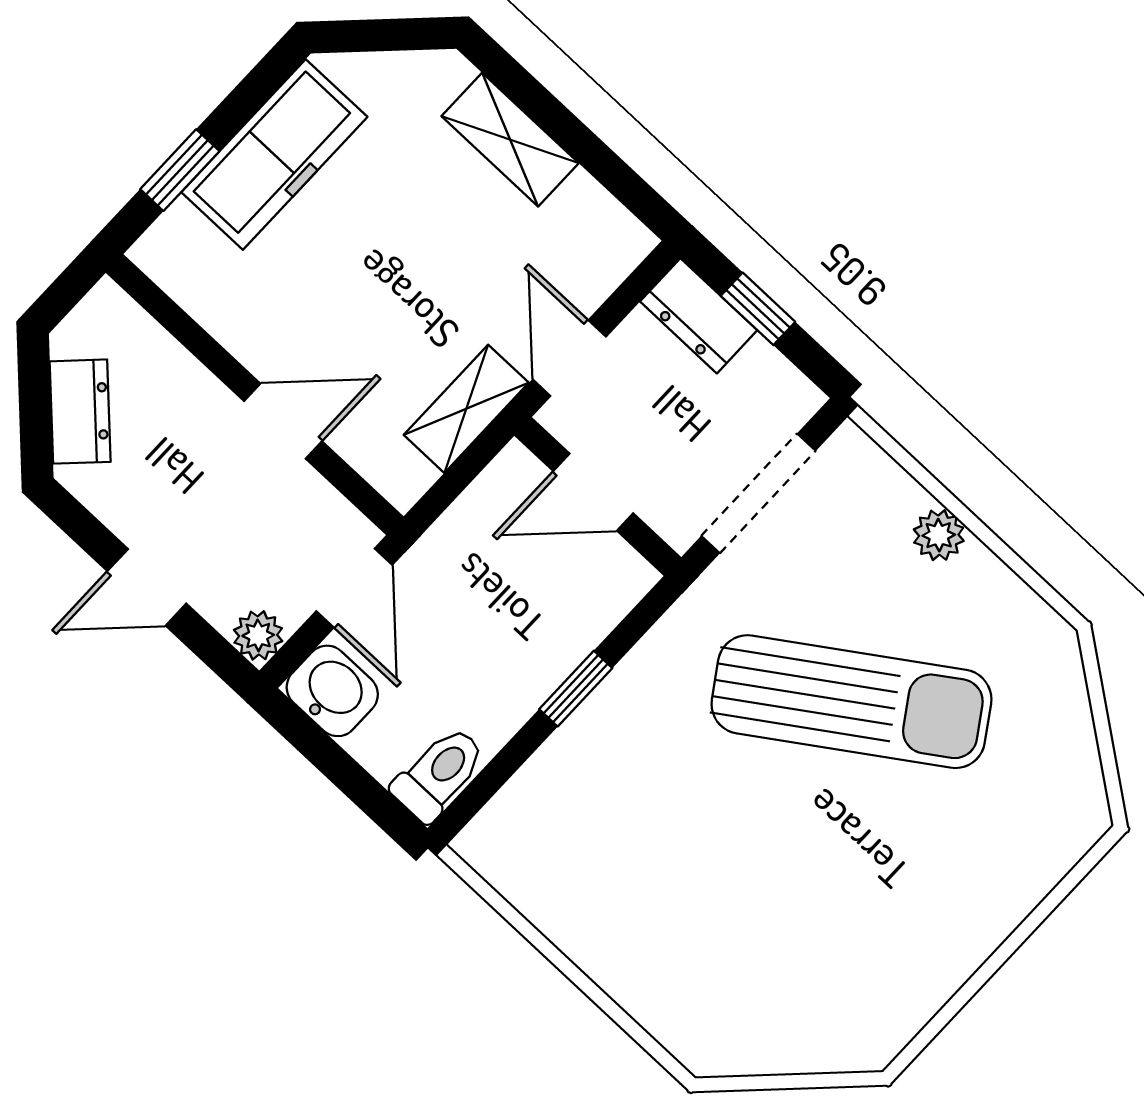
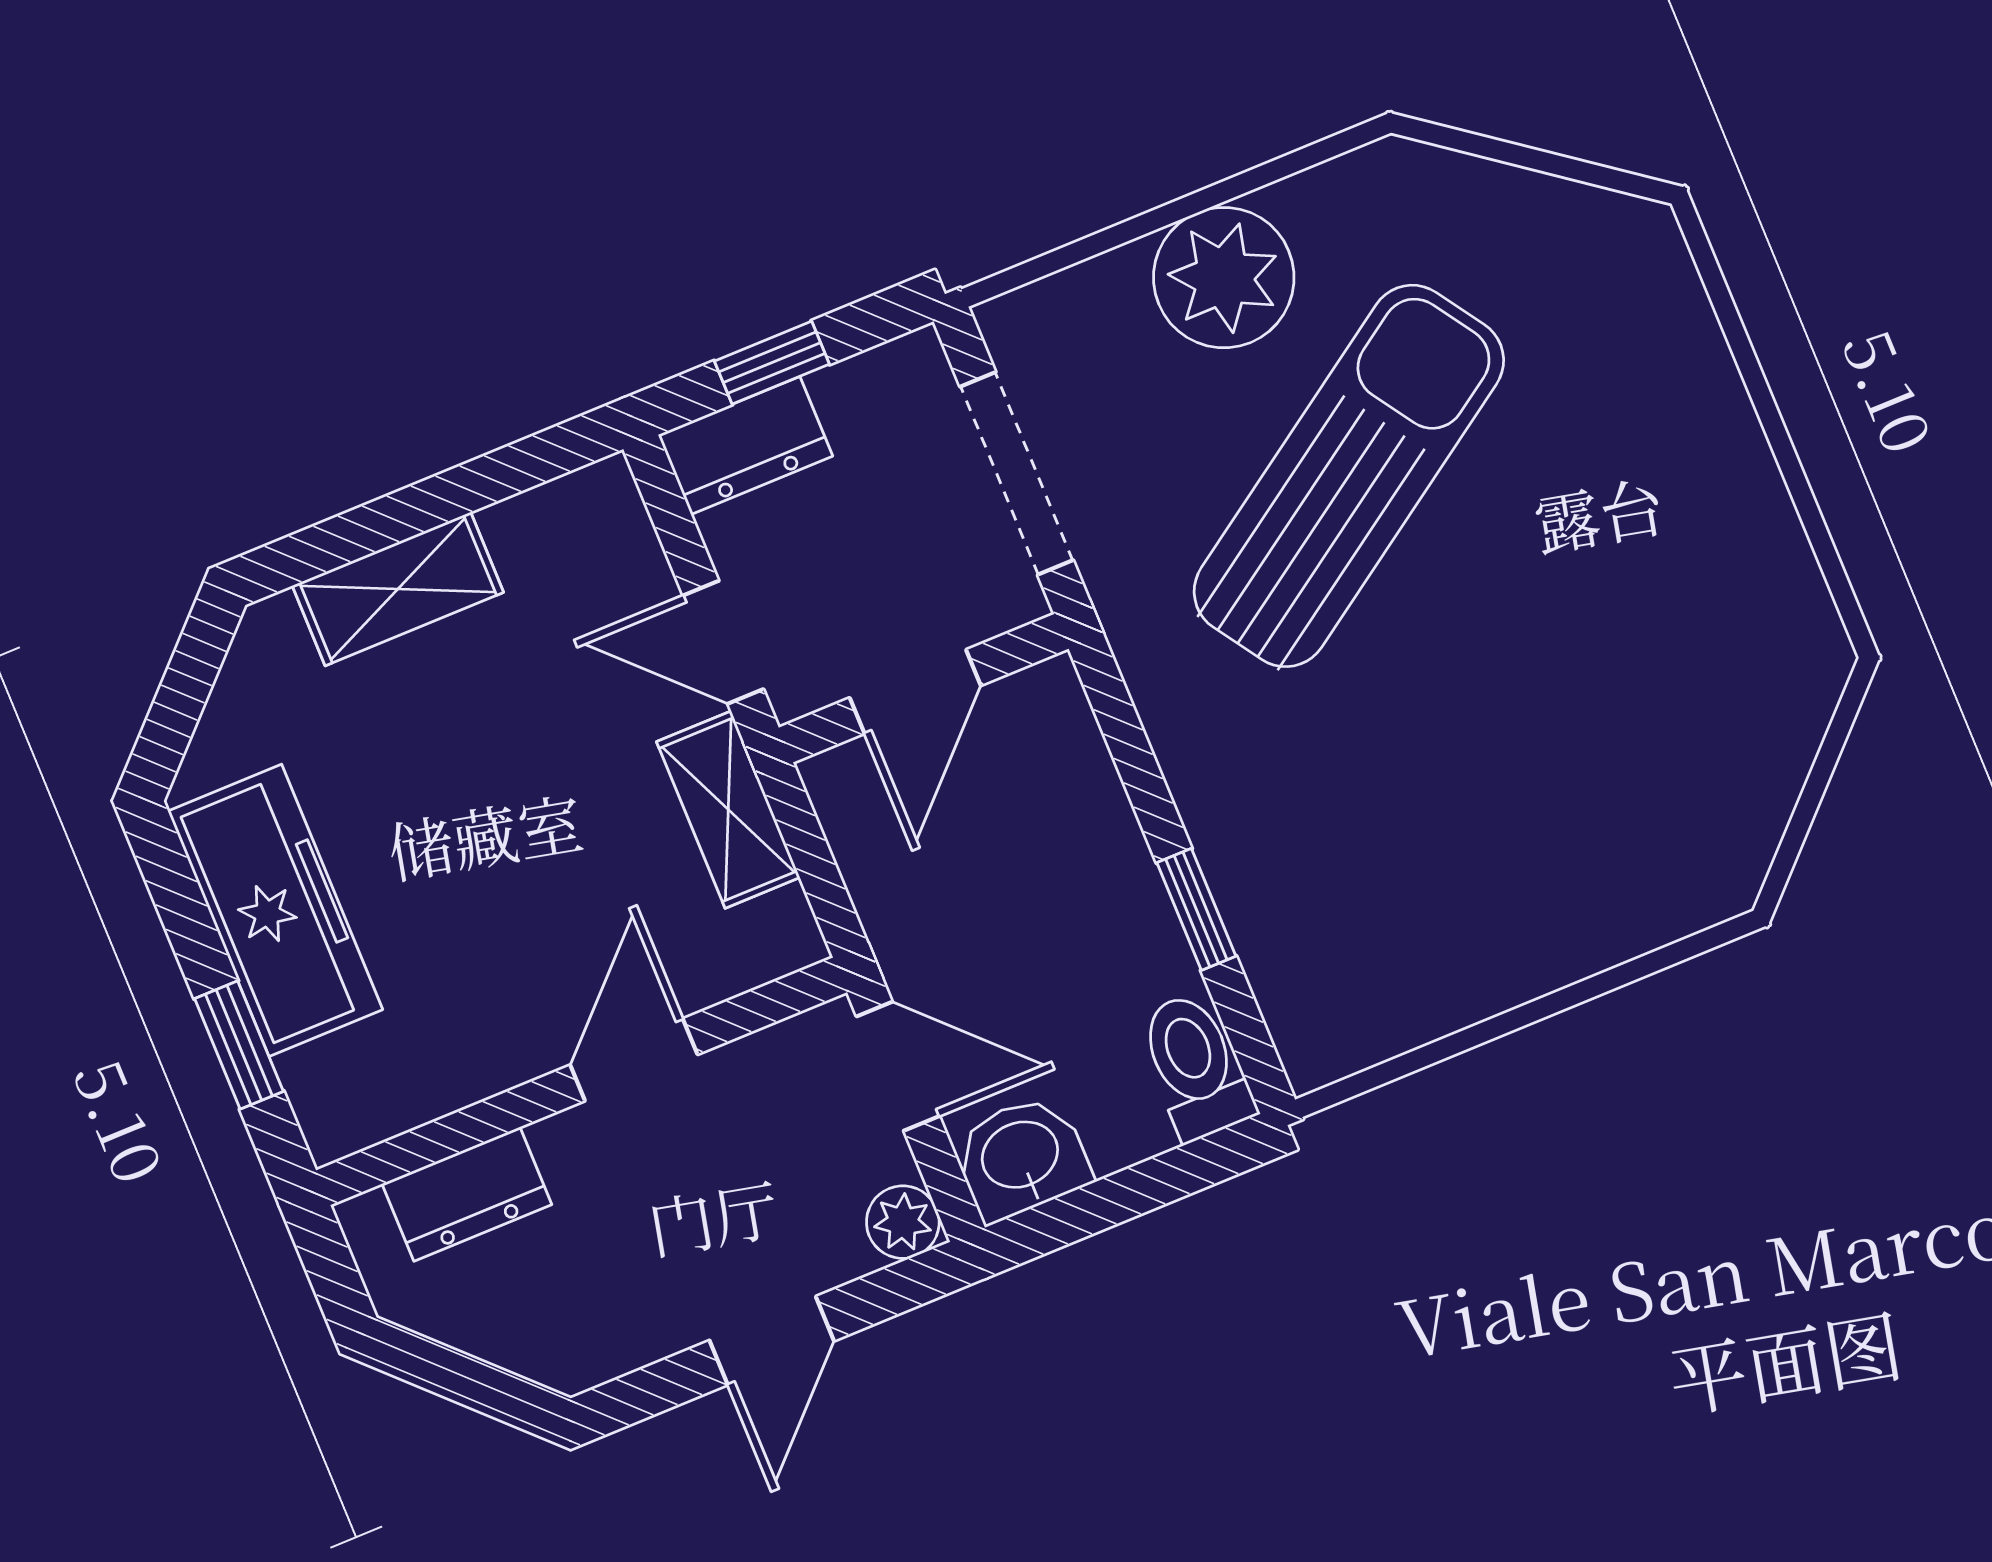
dresser: (80, 412) -> (467, 1194), moved, turned 135
plant: (939, 535) -> (1224, 278), width x1.87, depth x1.87
window: (576, 689) -> (1196, 909), moved

